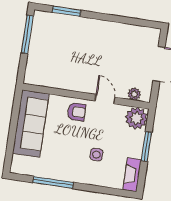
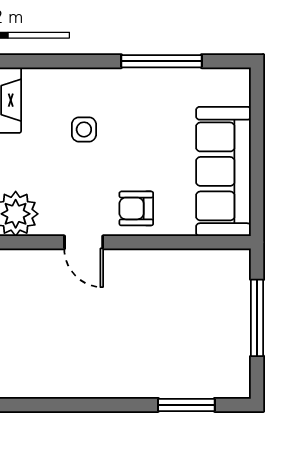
window: (27, 34) -> (257, 318), moved
plant: (134, 94) -> (27, 261), removed

